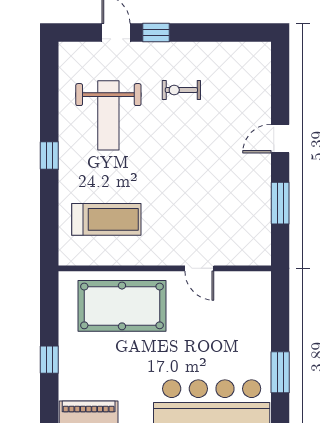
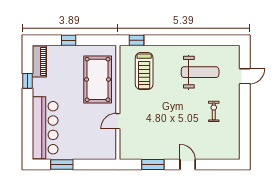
window: (156, 32) -> (245, 98), removed
weight bench: (108, 115) -> (200, 72), turned 180
window: (49, 155) -> (137, 40), moved

